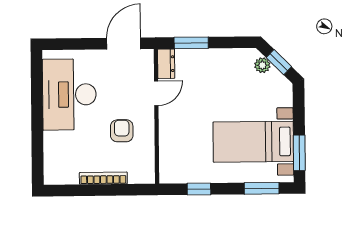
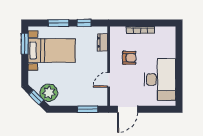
dresser: (166, 64) -> (103, 42), moved
plant: (262, 65) -> (49, 93), width x1.87, depth x1.87
armchair: (122, 131) -> (129, 58), turned -90
window: (262, 188) -> (58, 23), moved

